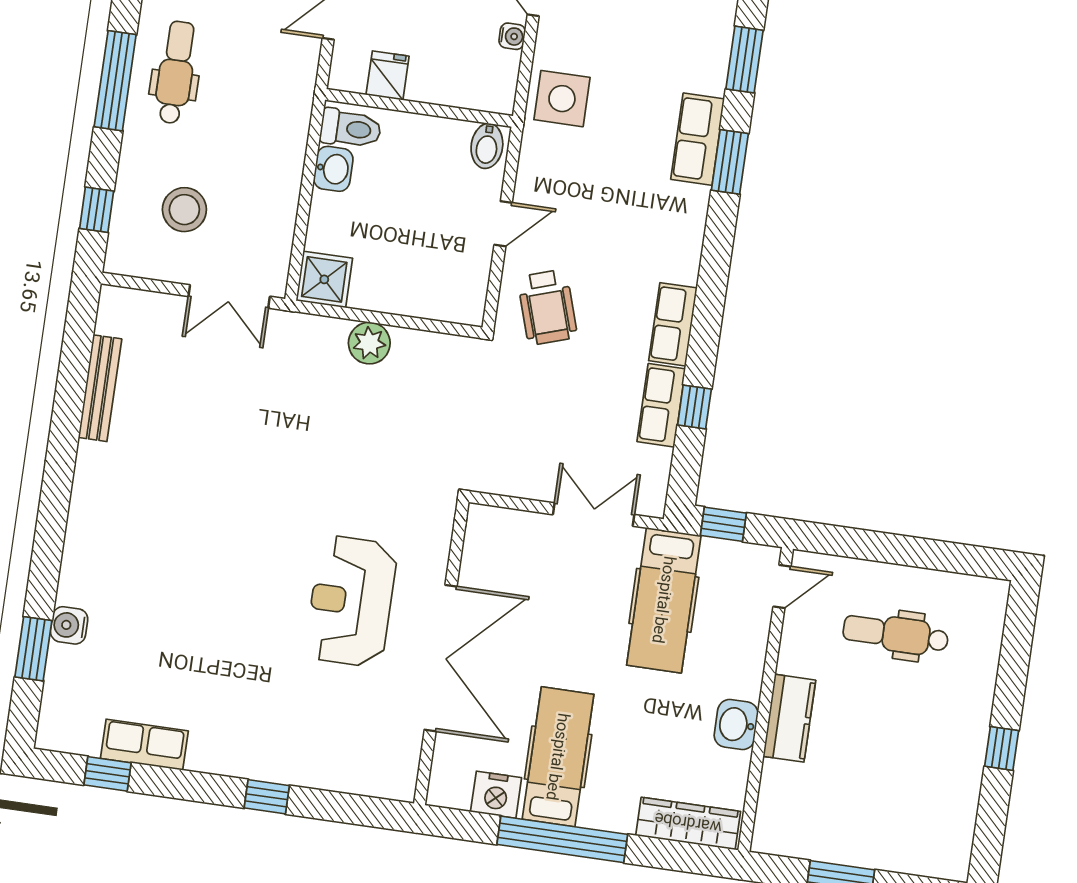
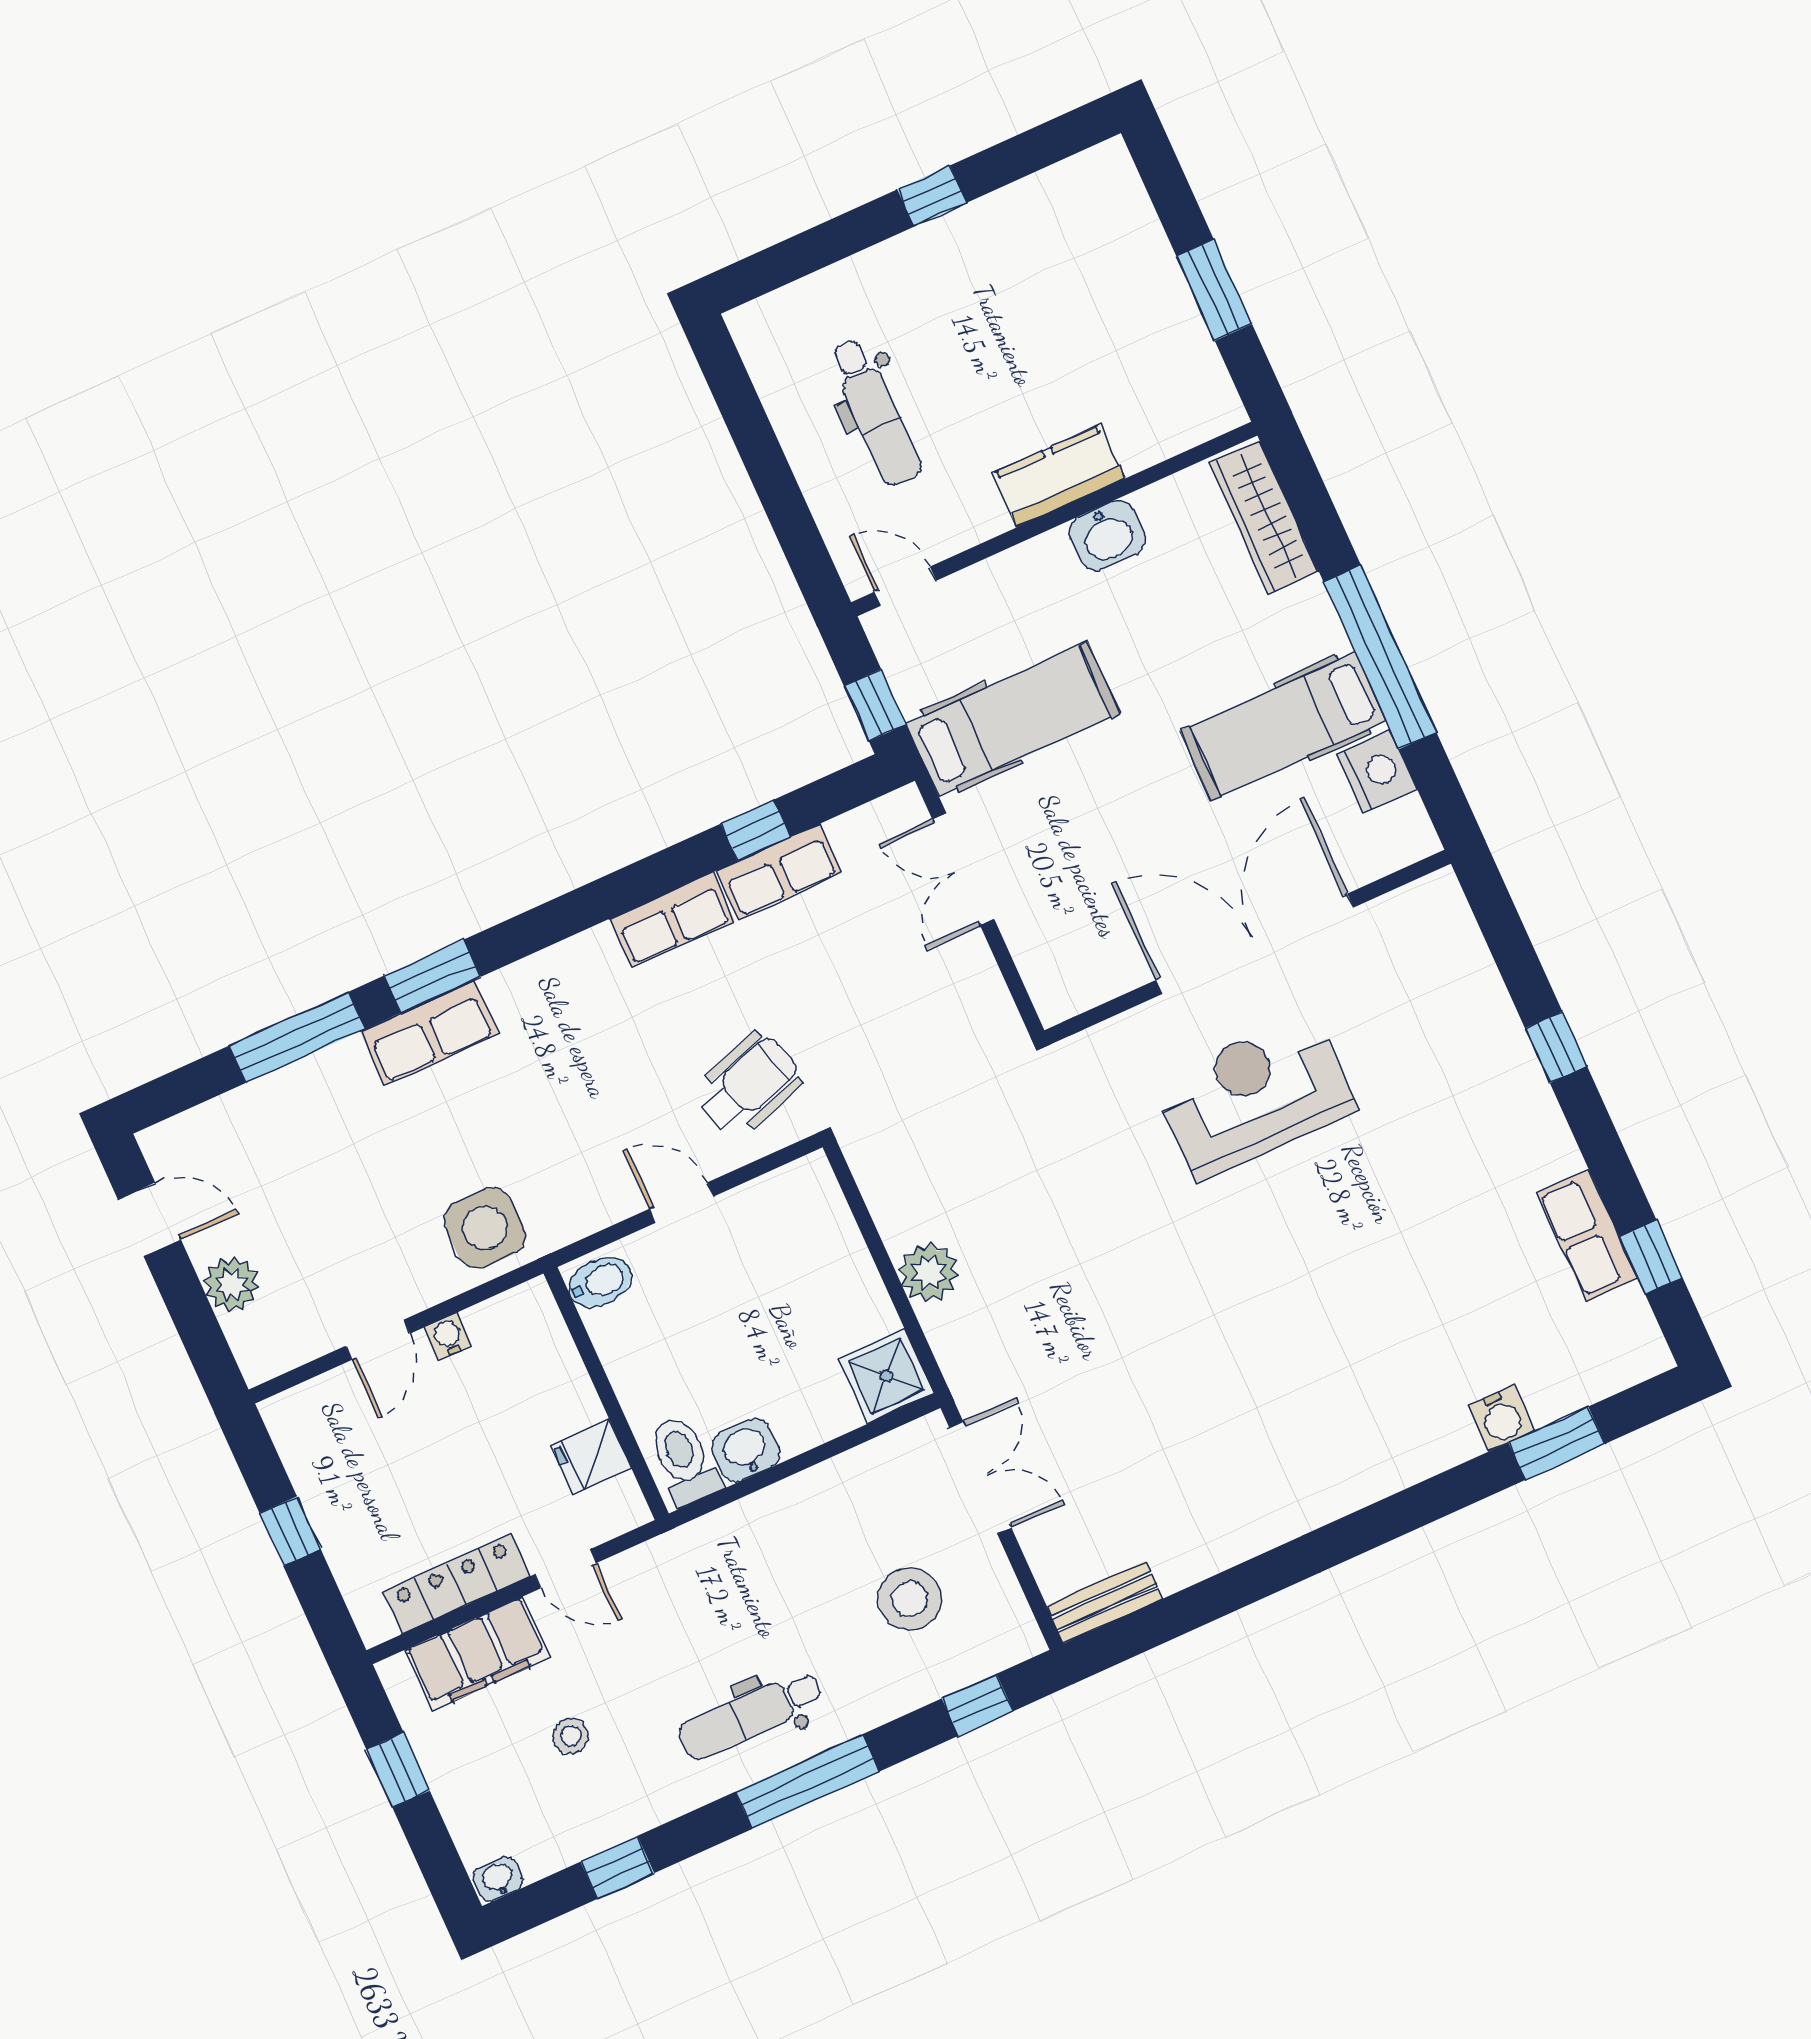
window: (745, 60) -> (297, 1037), width x1.44
bench: (100, 388) -> (1105, 1602), moved, width x0.73
reception desk: (351, 601) -> (1255, 1096), turned 180

